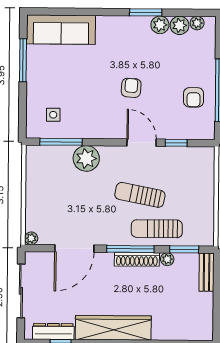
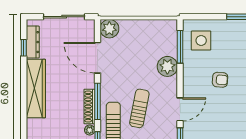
armchair: (131, 88) -> (220, 80), moved
side table: (53, 115) -> (201, 41), width x1.87, depth x1.87
plant: (31, 238) -> (109, 29), width x1.88, depth x1.88

